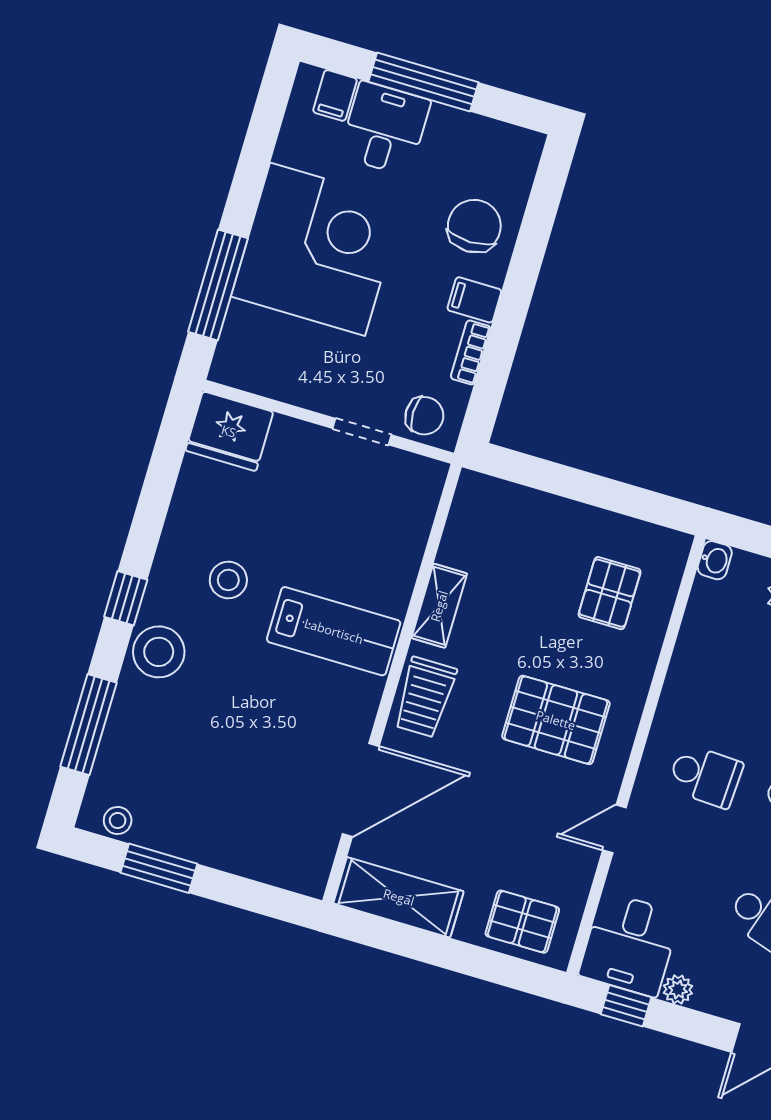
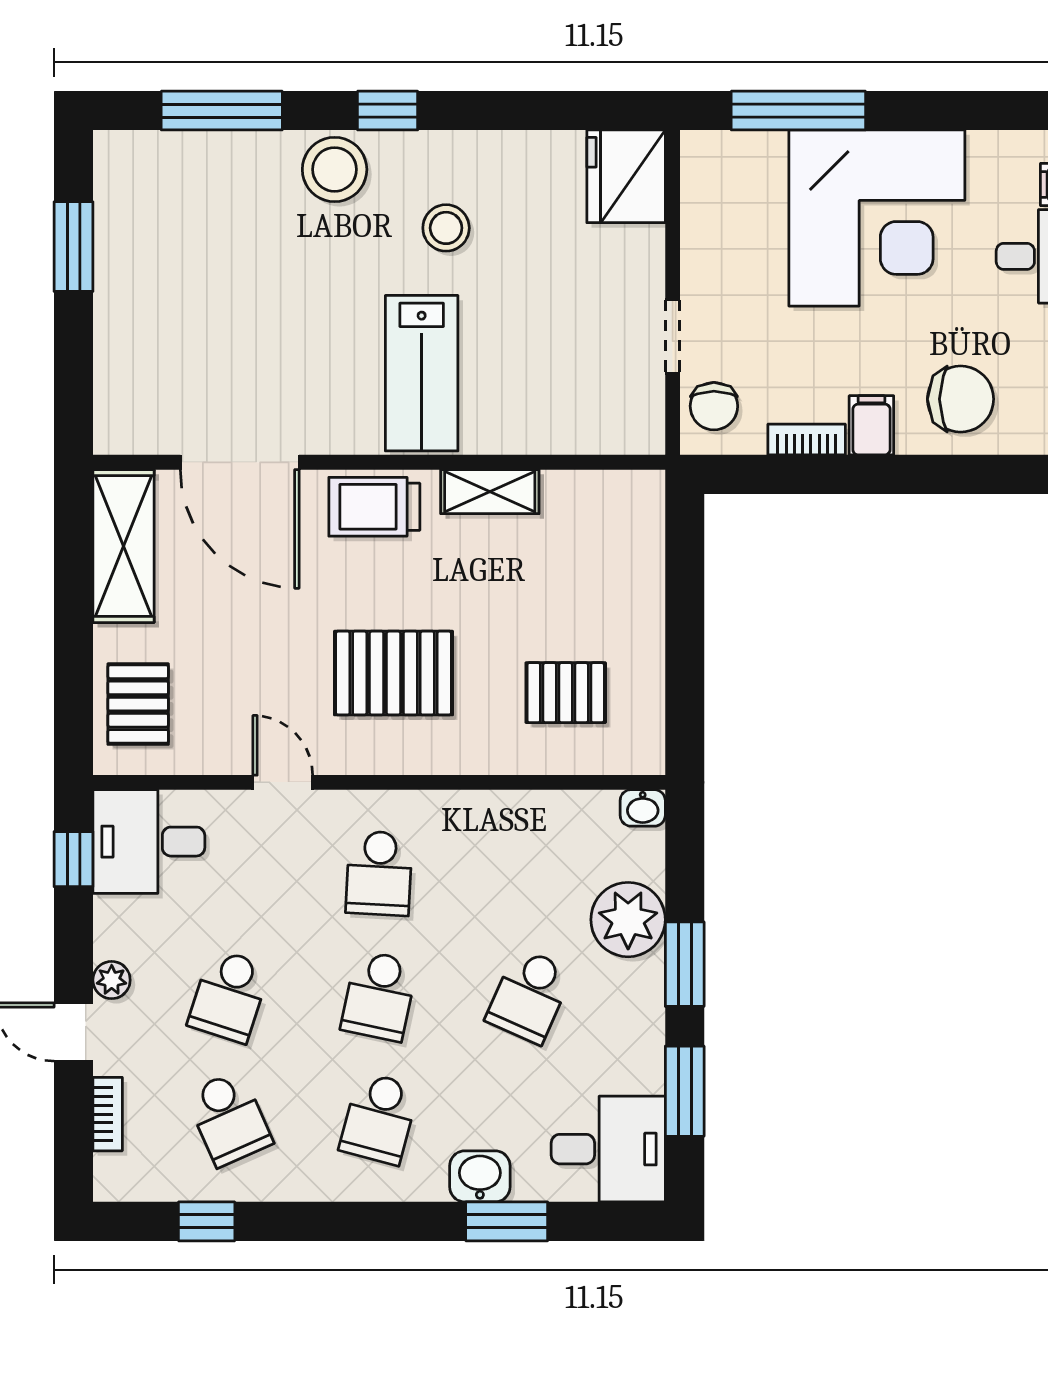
pallet: (556, 720) -> (393, 673), turned 90
stool: (118, 821) -> (116, 180), removed
plant: (678, 989) -> (112, 980), moved

